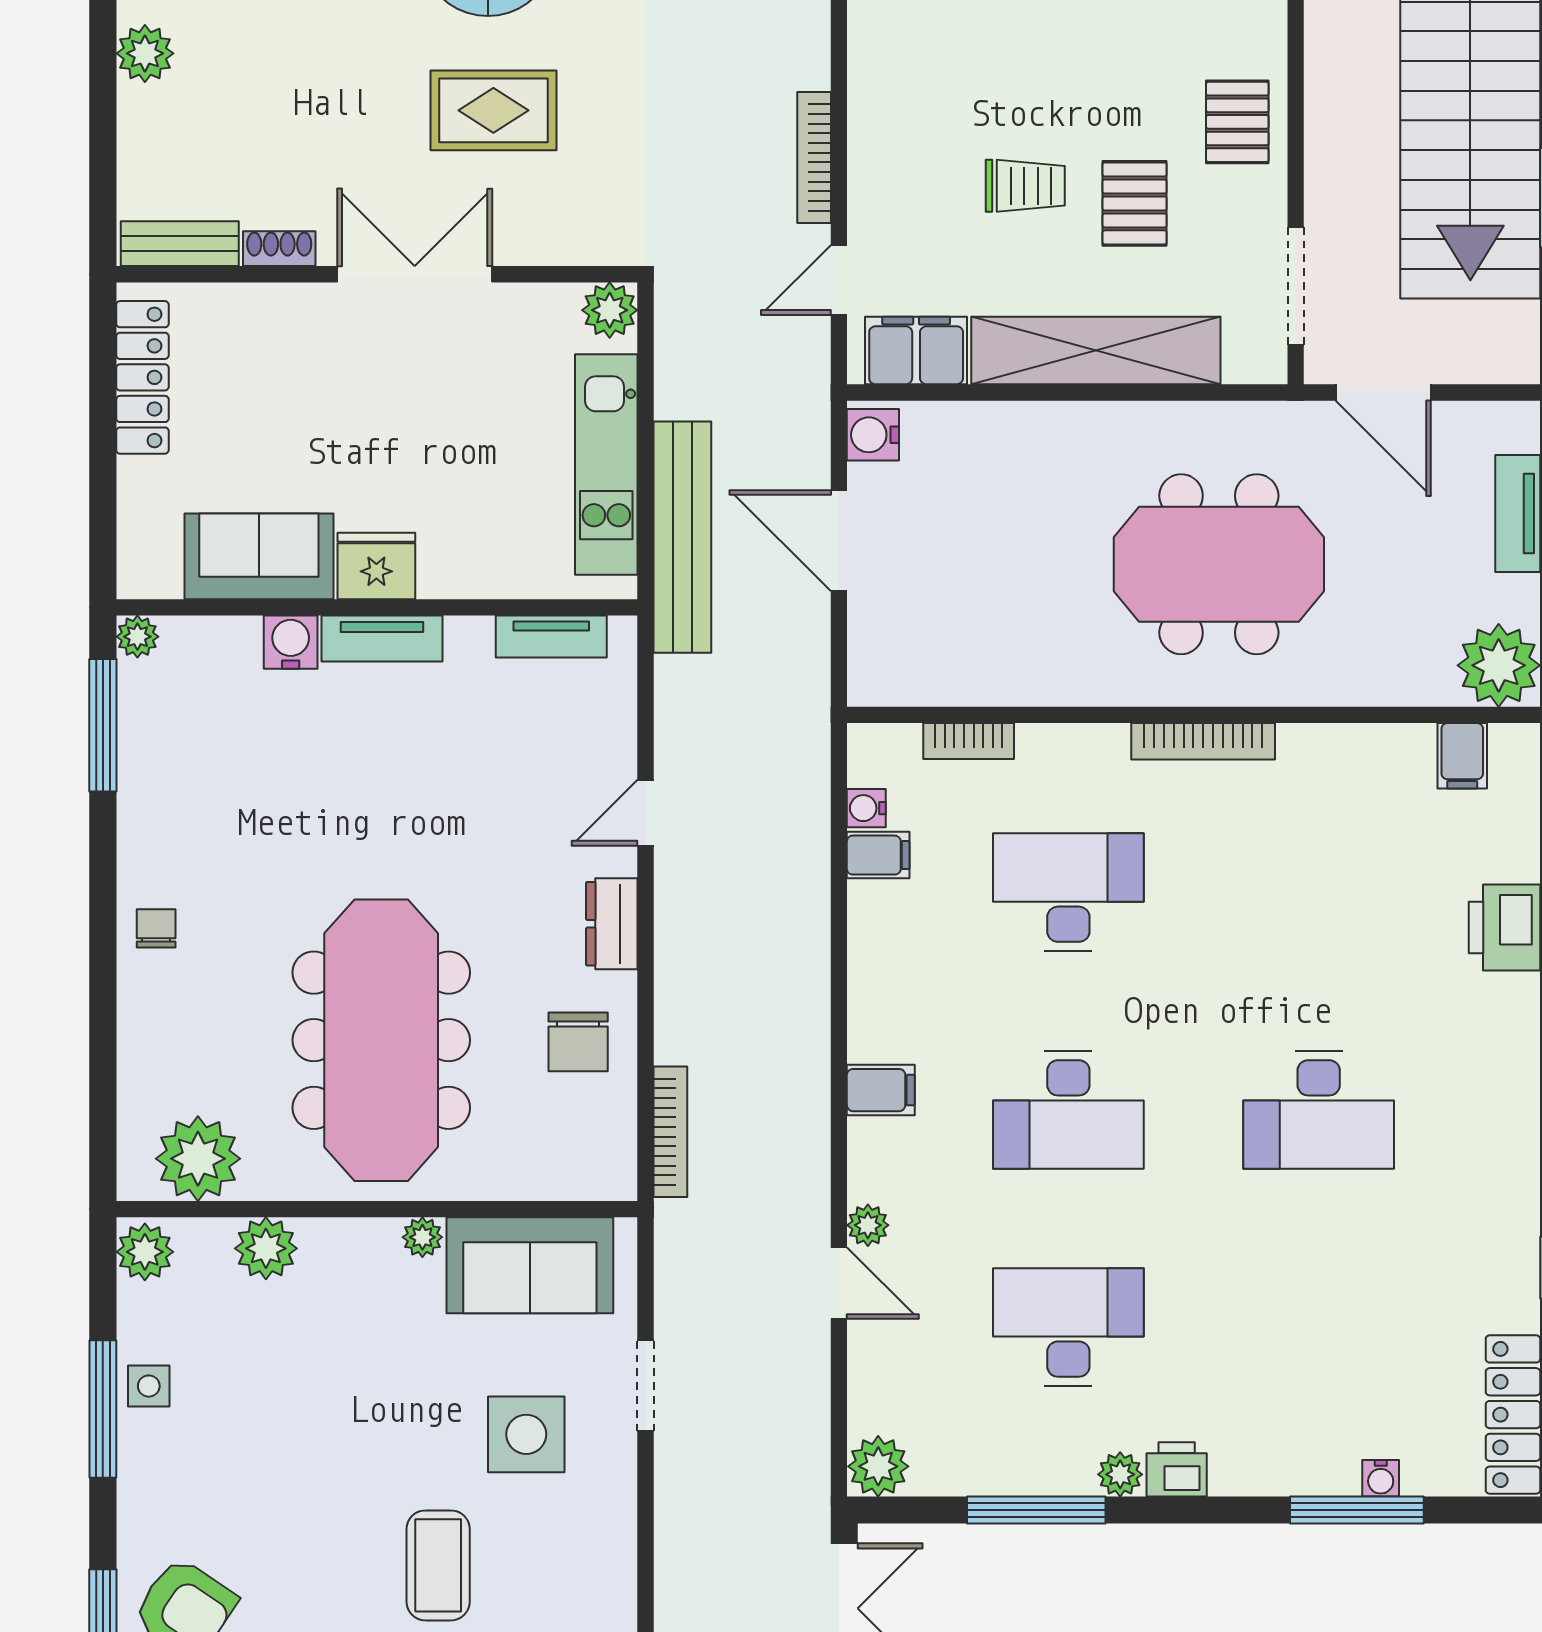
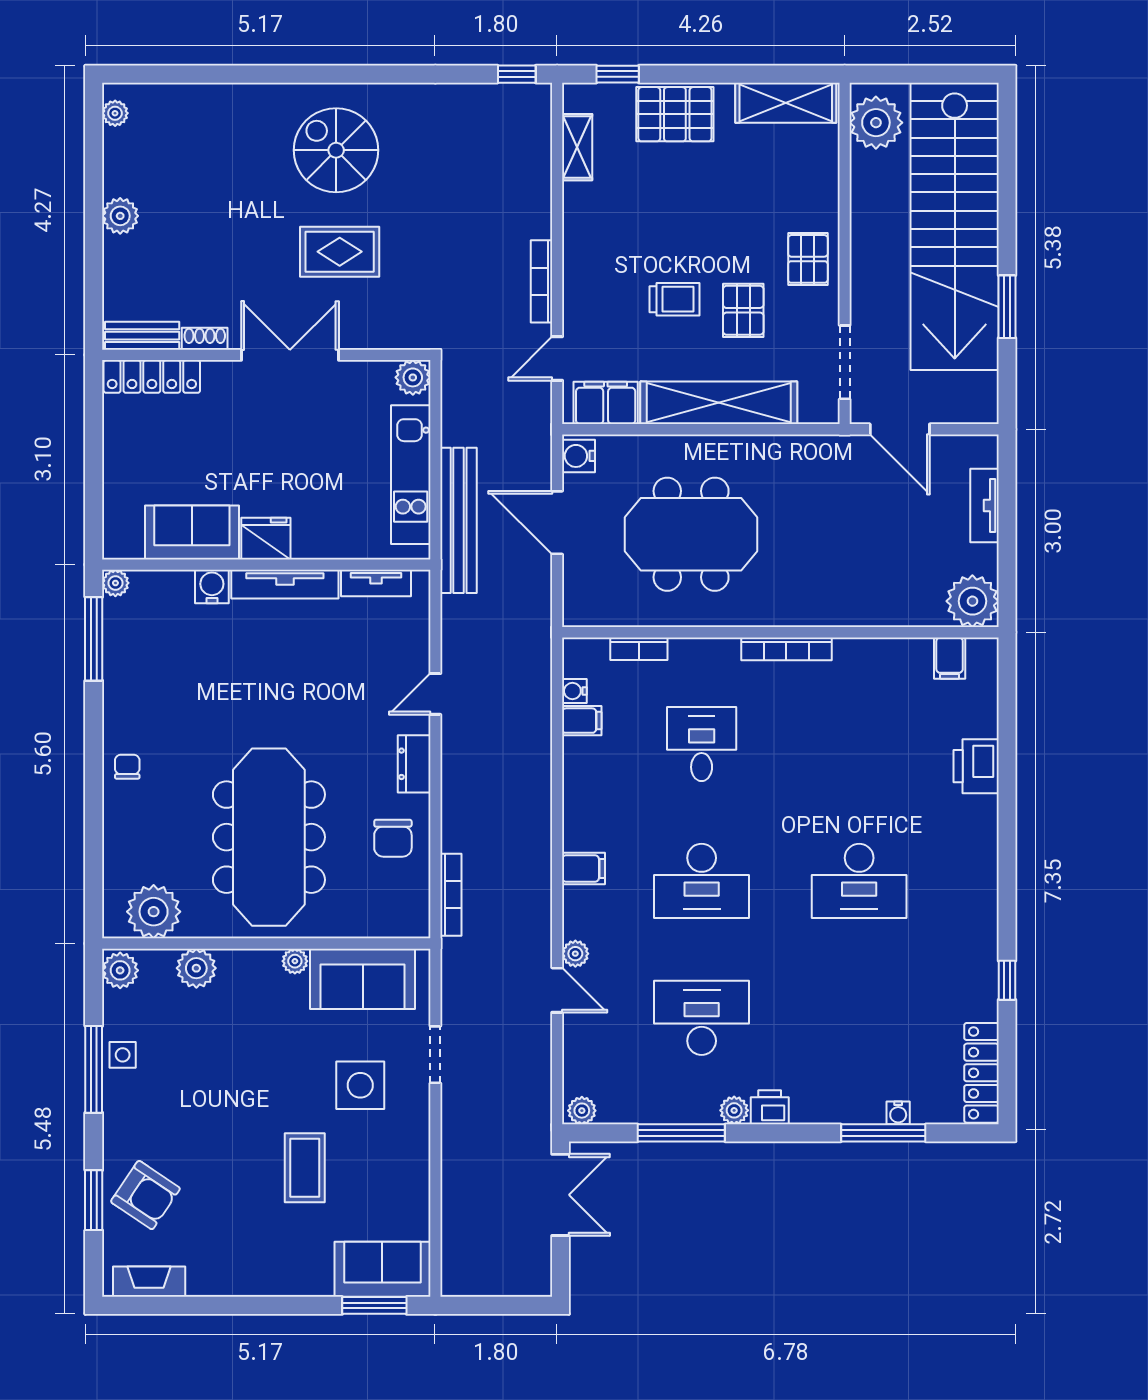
locker: (142, 377) -> (152, 376), moved, turned 90
meeting table: (1219, 564) -> (691, 534), moved
tv unit: (382, 638) -> (285, 584), width x1.41
desk: (1068, 892) -> (702, 744), width x0.73
plant: (878, 1466) -> (582, 1111), width x0.73, depth x0.73

